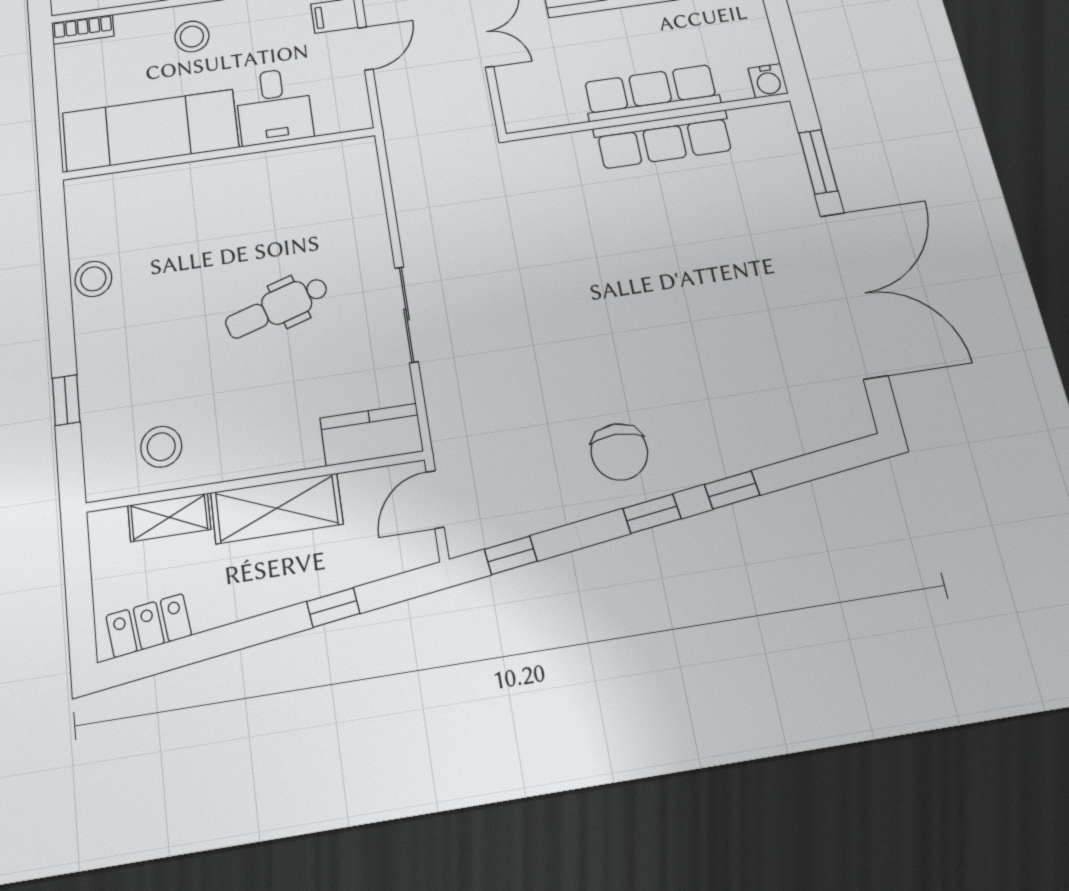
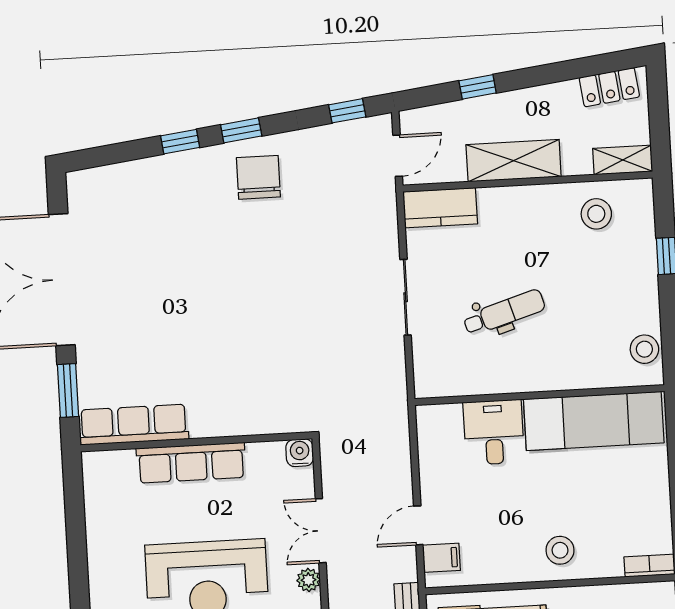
water cooler: (768, 81) -> (300, 453), moved
desk: (274, 106) -> (494, 432), moved
exam couch: (151, 130) -> (594, 421), moved
row of seats: (664, 139) -> (134, 425), moved
wall: (219, 154) -> (540, 395), moved
shelving: (169, 517) -> (623, 160), moved

